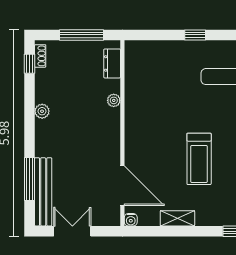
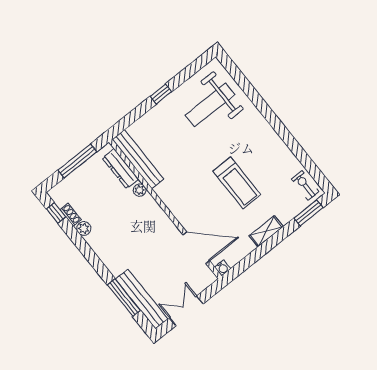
shoe rack: (40, 56) -> (71, 215), moved
dresser: (112, 63) -> (120, 169), width x1.44
bench: (133, 74) -> (138, 159), added
plant: (42, 111) -> (84, 229), moved
shelving: (177, 218) -> (266, 231), moved

